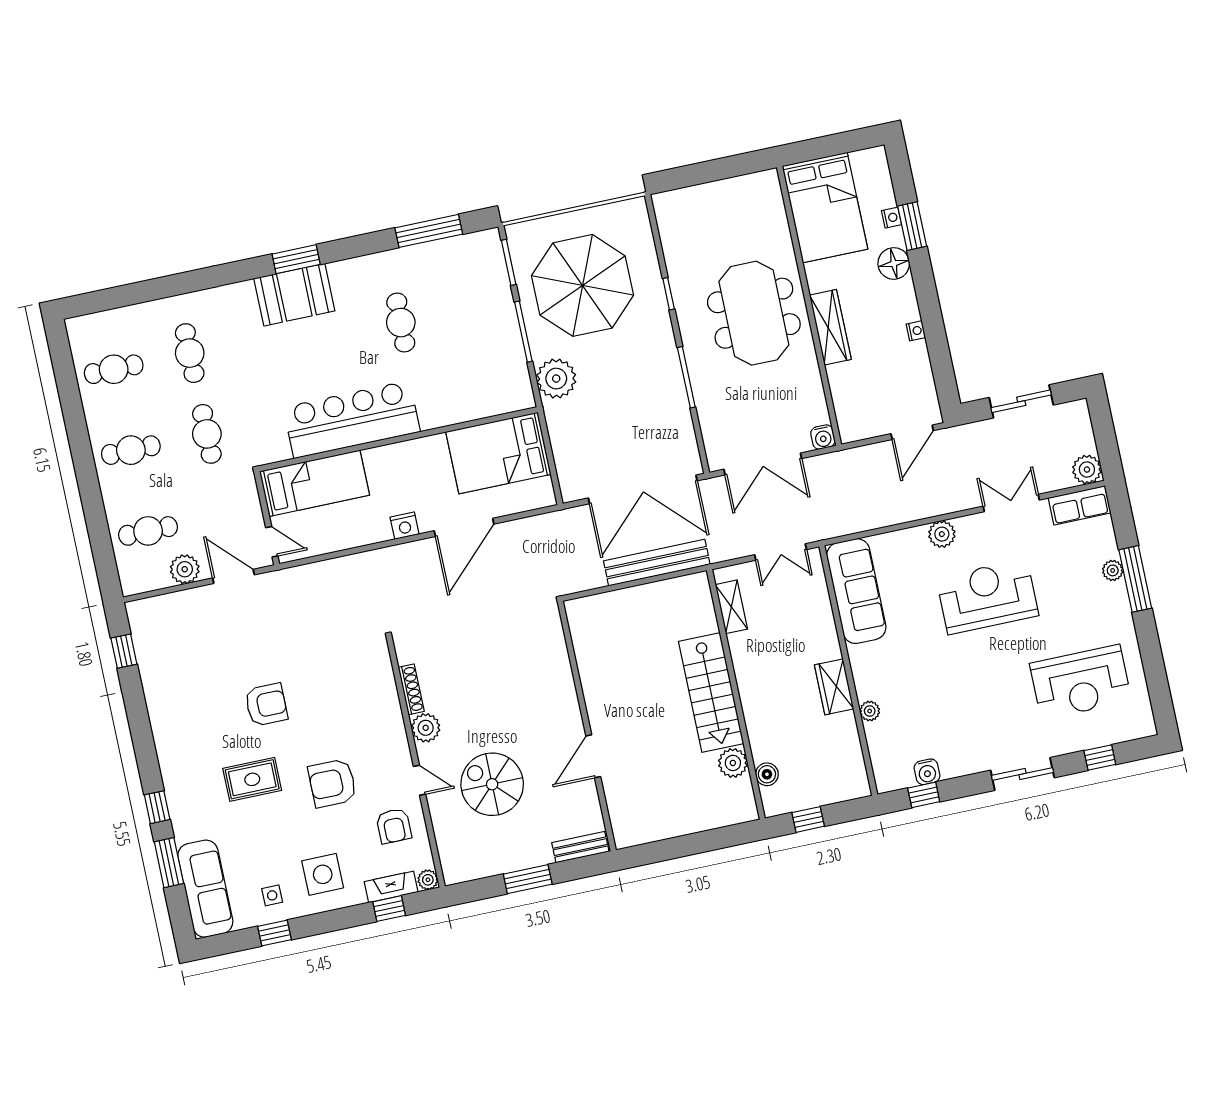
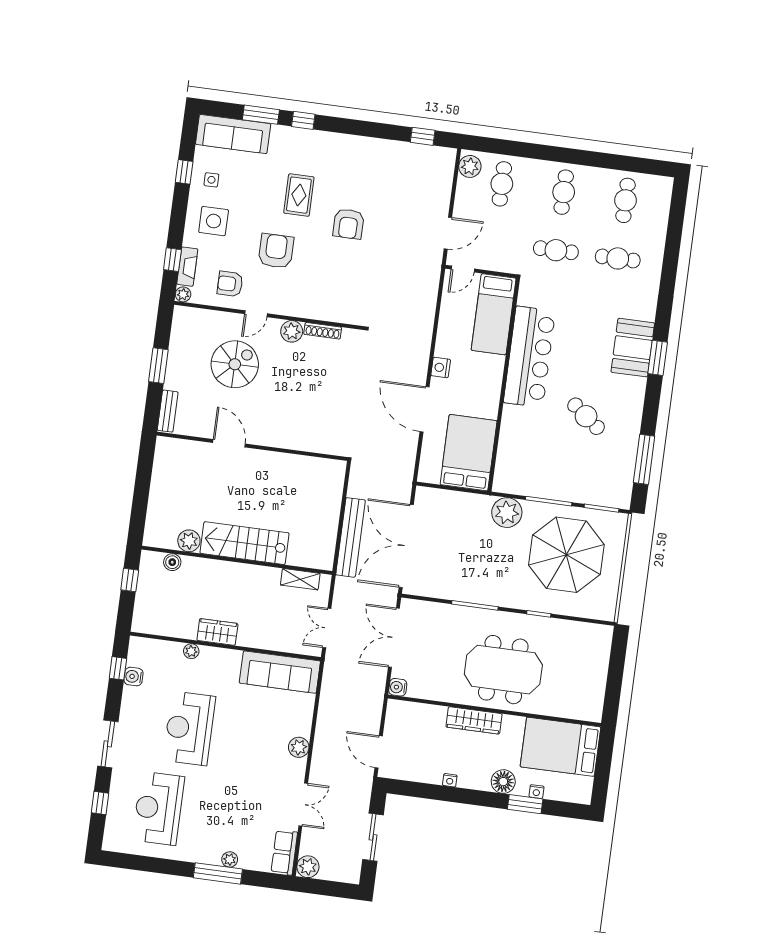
cafe table: (401, 323) -> (586, 416), turned 37
plant: (185, 569) -> (470, 166), moved
reception desk: (987, 597) -> (189, 728), moved, turned 180

